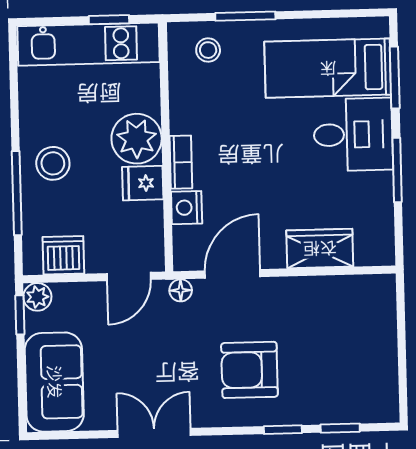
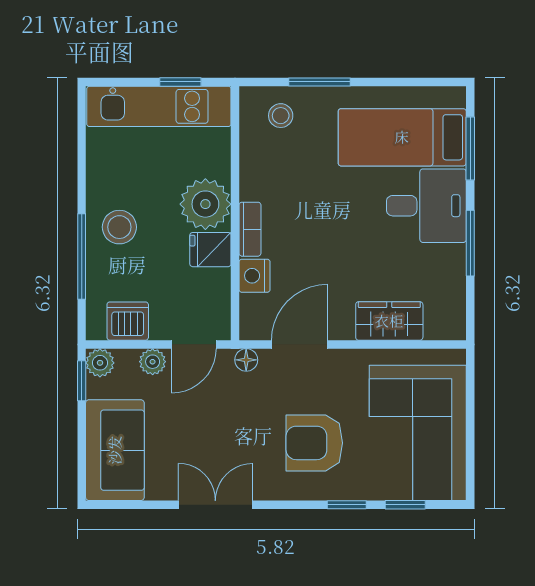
plant: (89, 294) -> (153, 362), added
corner sofa: (351, 357) -> (418, 433), added

